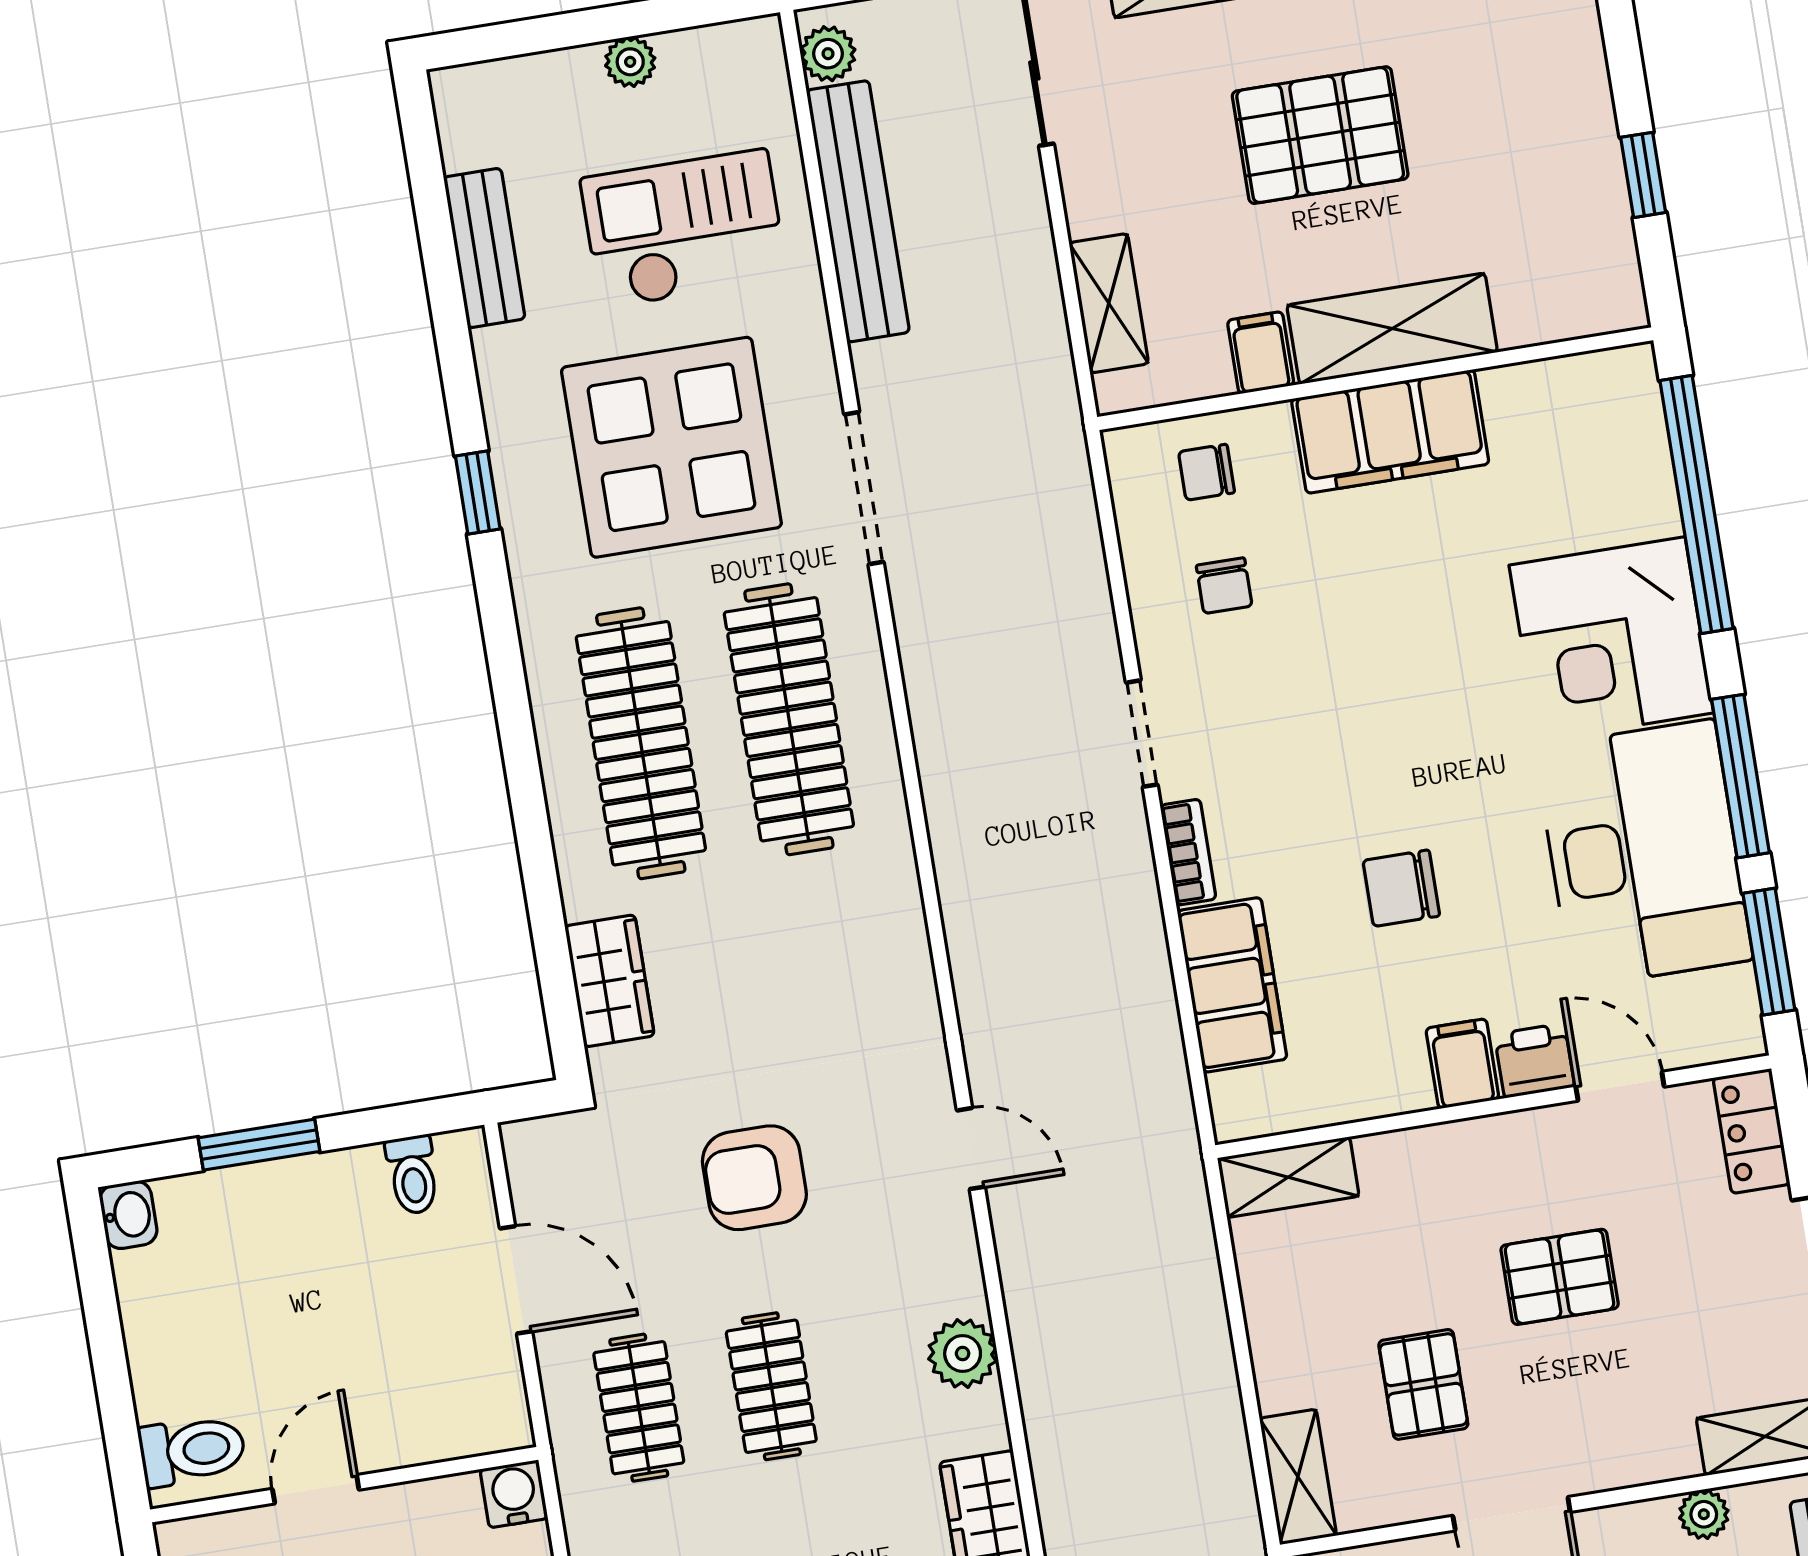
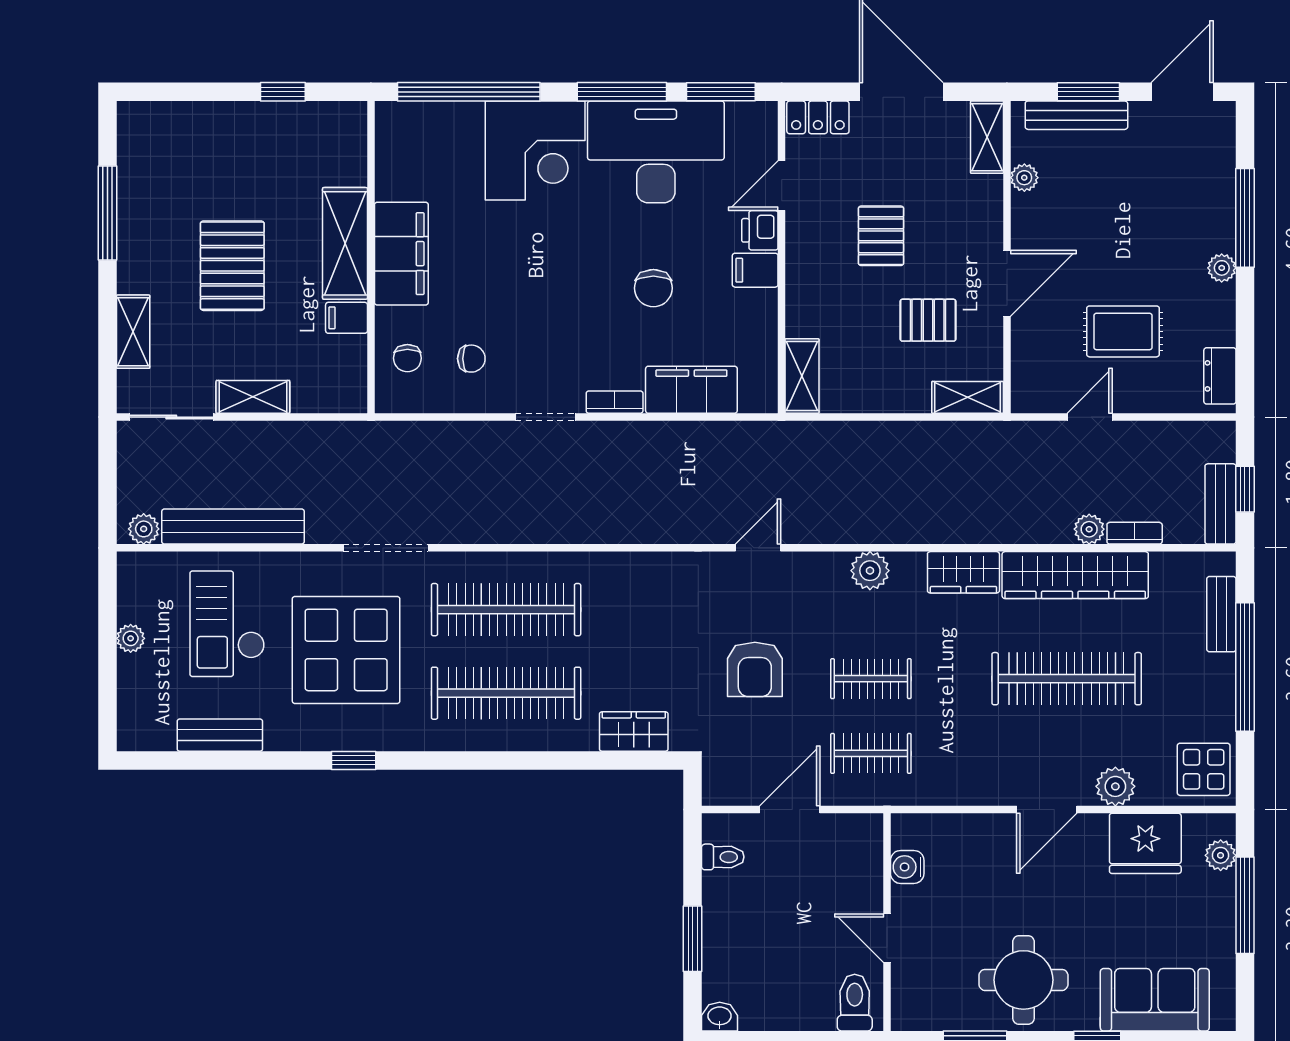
shelving: (1109, 303) -> (253, 397), moved
water cooler: (514, 1494) -> (907, 867), moved

